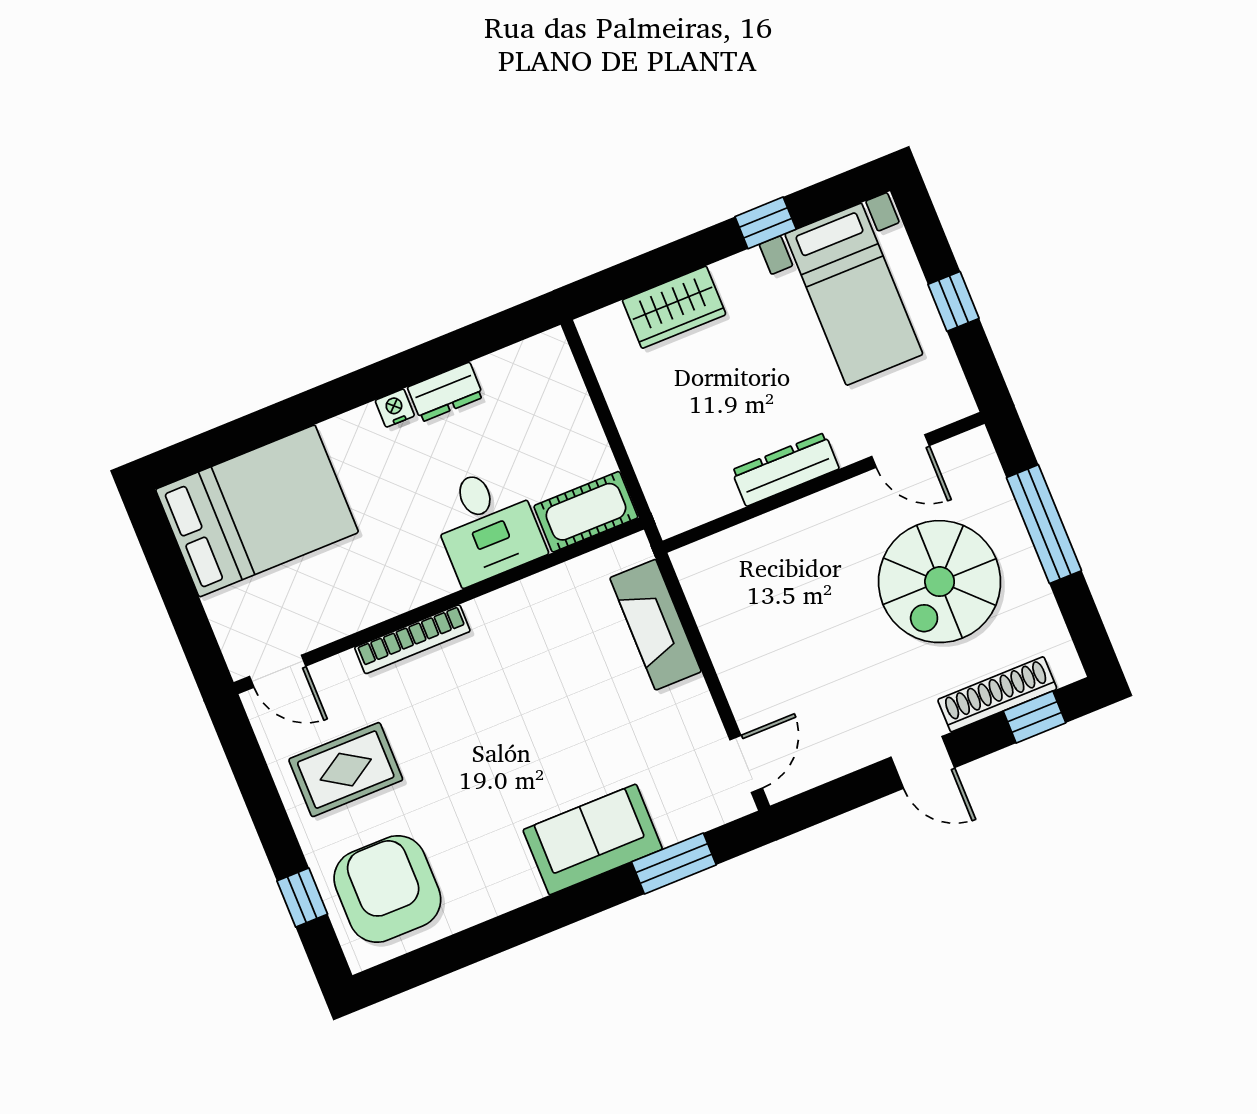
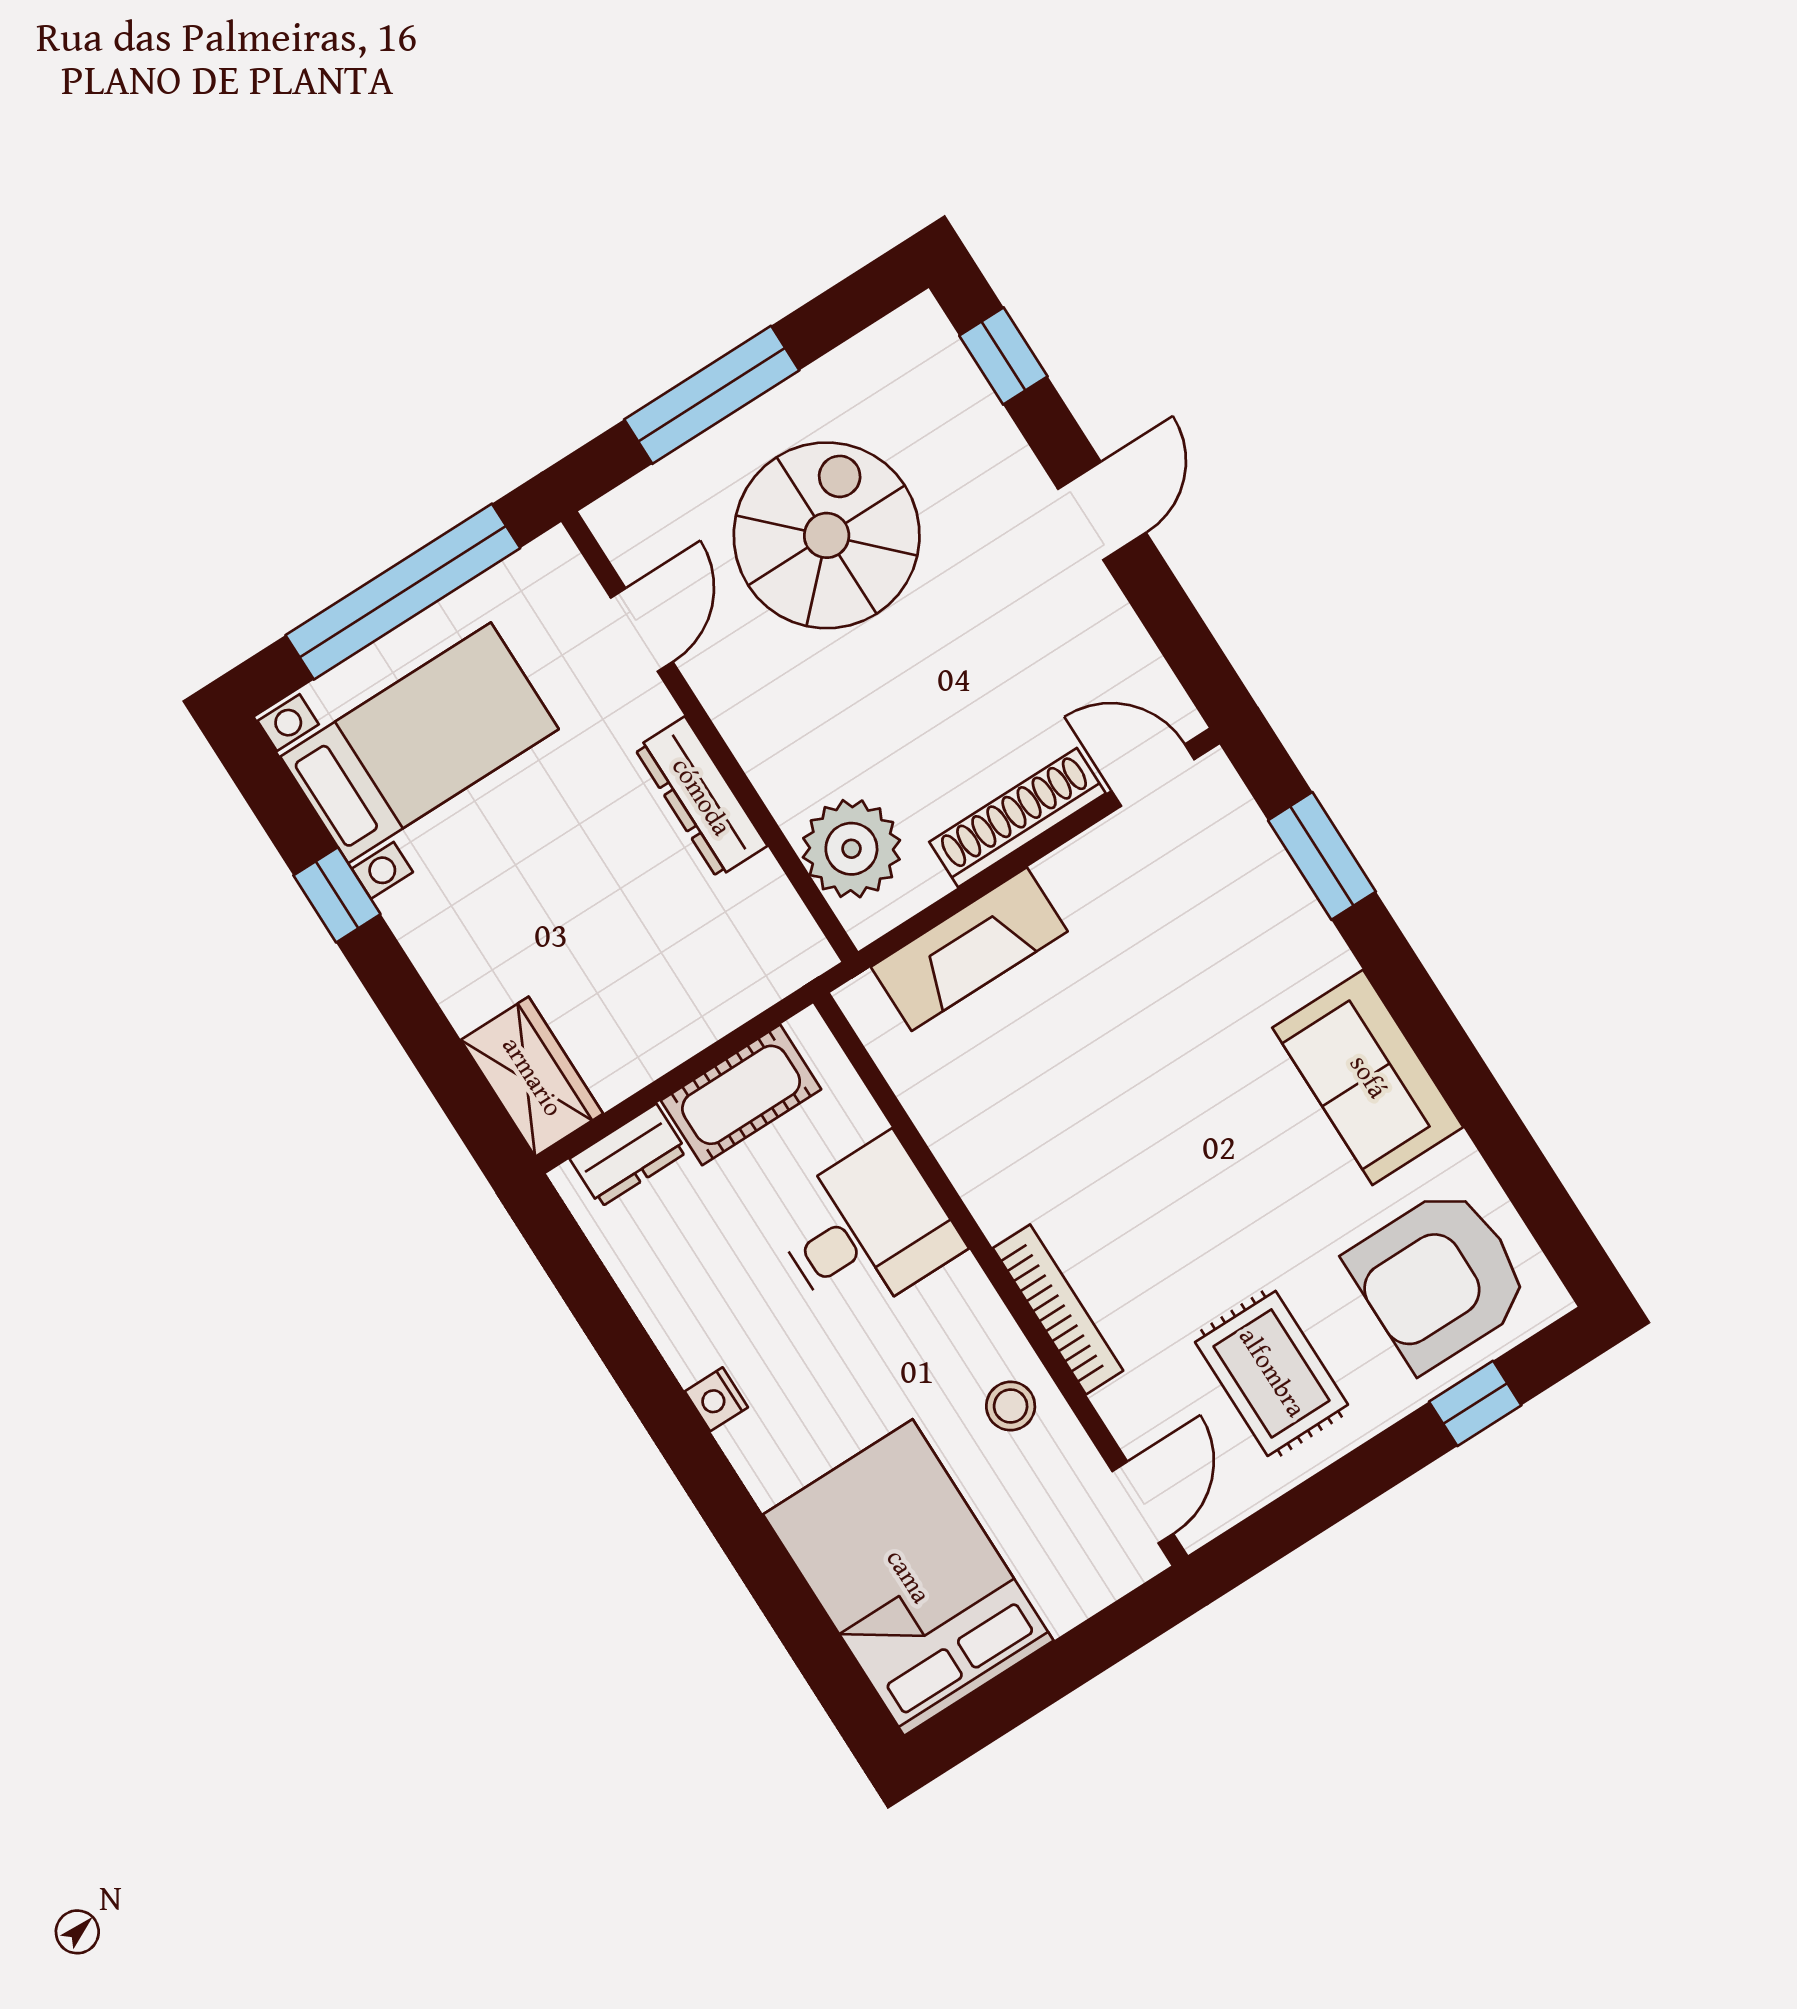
window: (954, 301) -> (403, 592), width x3.17
wardrobe: (674, 307) -> (532, 1077), moved
dresser: (445, 392) -> (628, 1155), moved, turned 90
cot: (586, 512) -> (741, 1095), moved, turned 90
plant: (734, 561) -> (851, 849), added
spiral stairs: (940, 582) -> (827, 535), turned -90
stool: (356, 597) -> (1011, 1406), added
shoe rack: (997, 694) -> (1017, 818), moved, turned 90
sofa: (593, 839) -> (1368, 1077), moved

